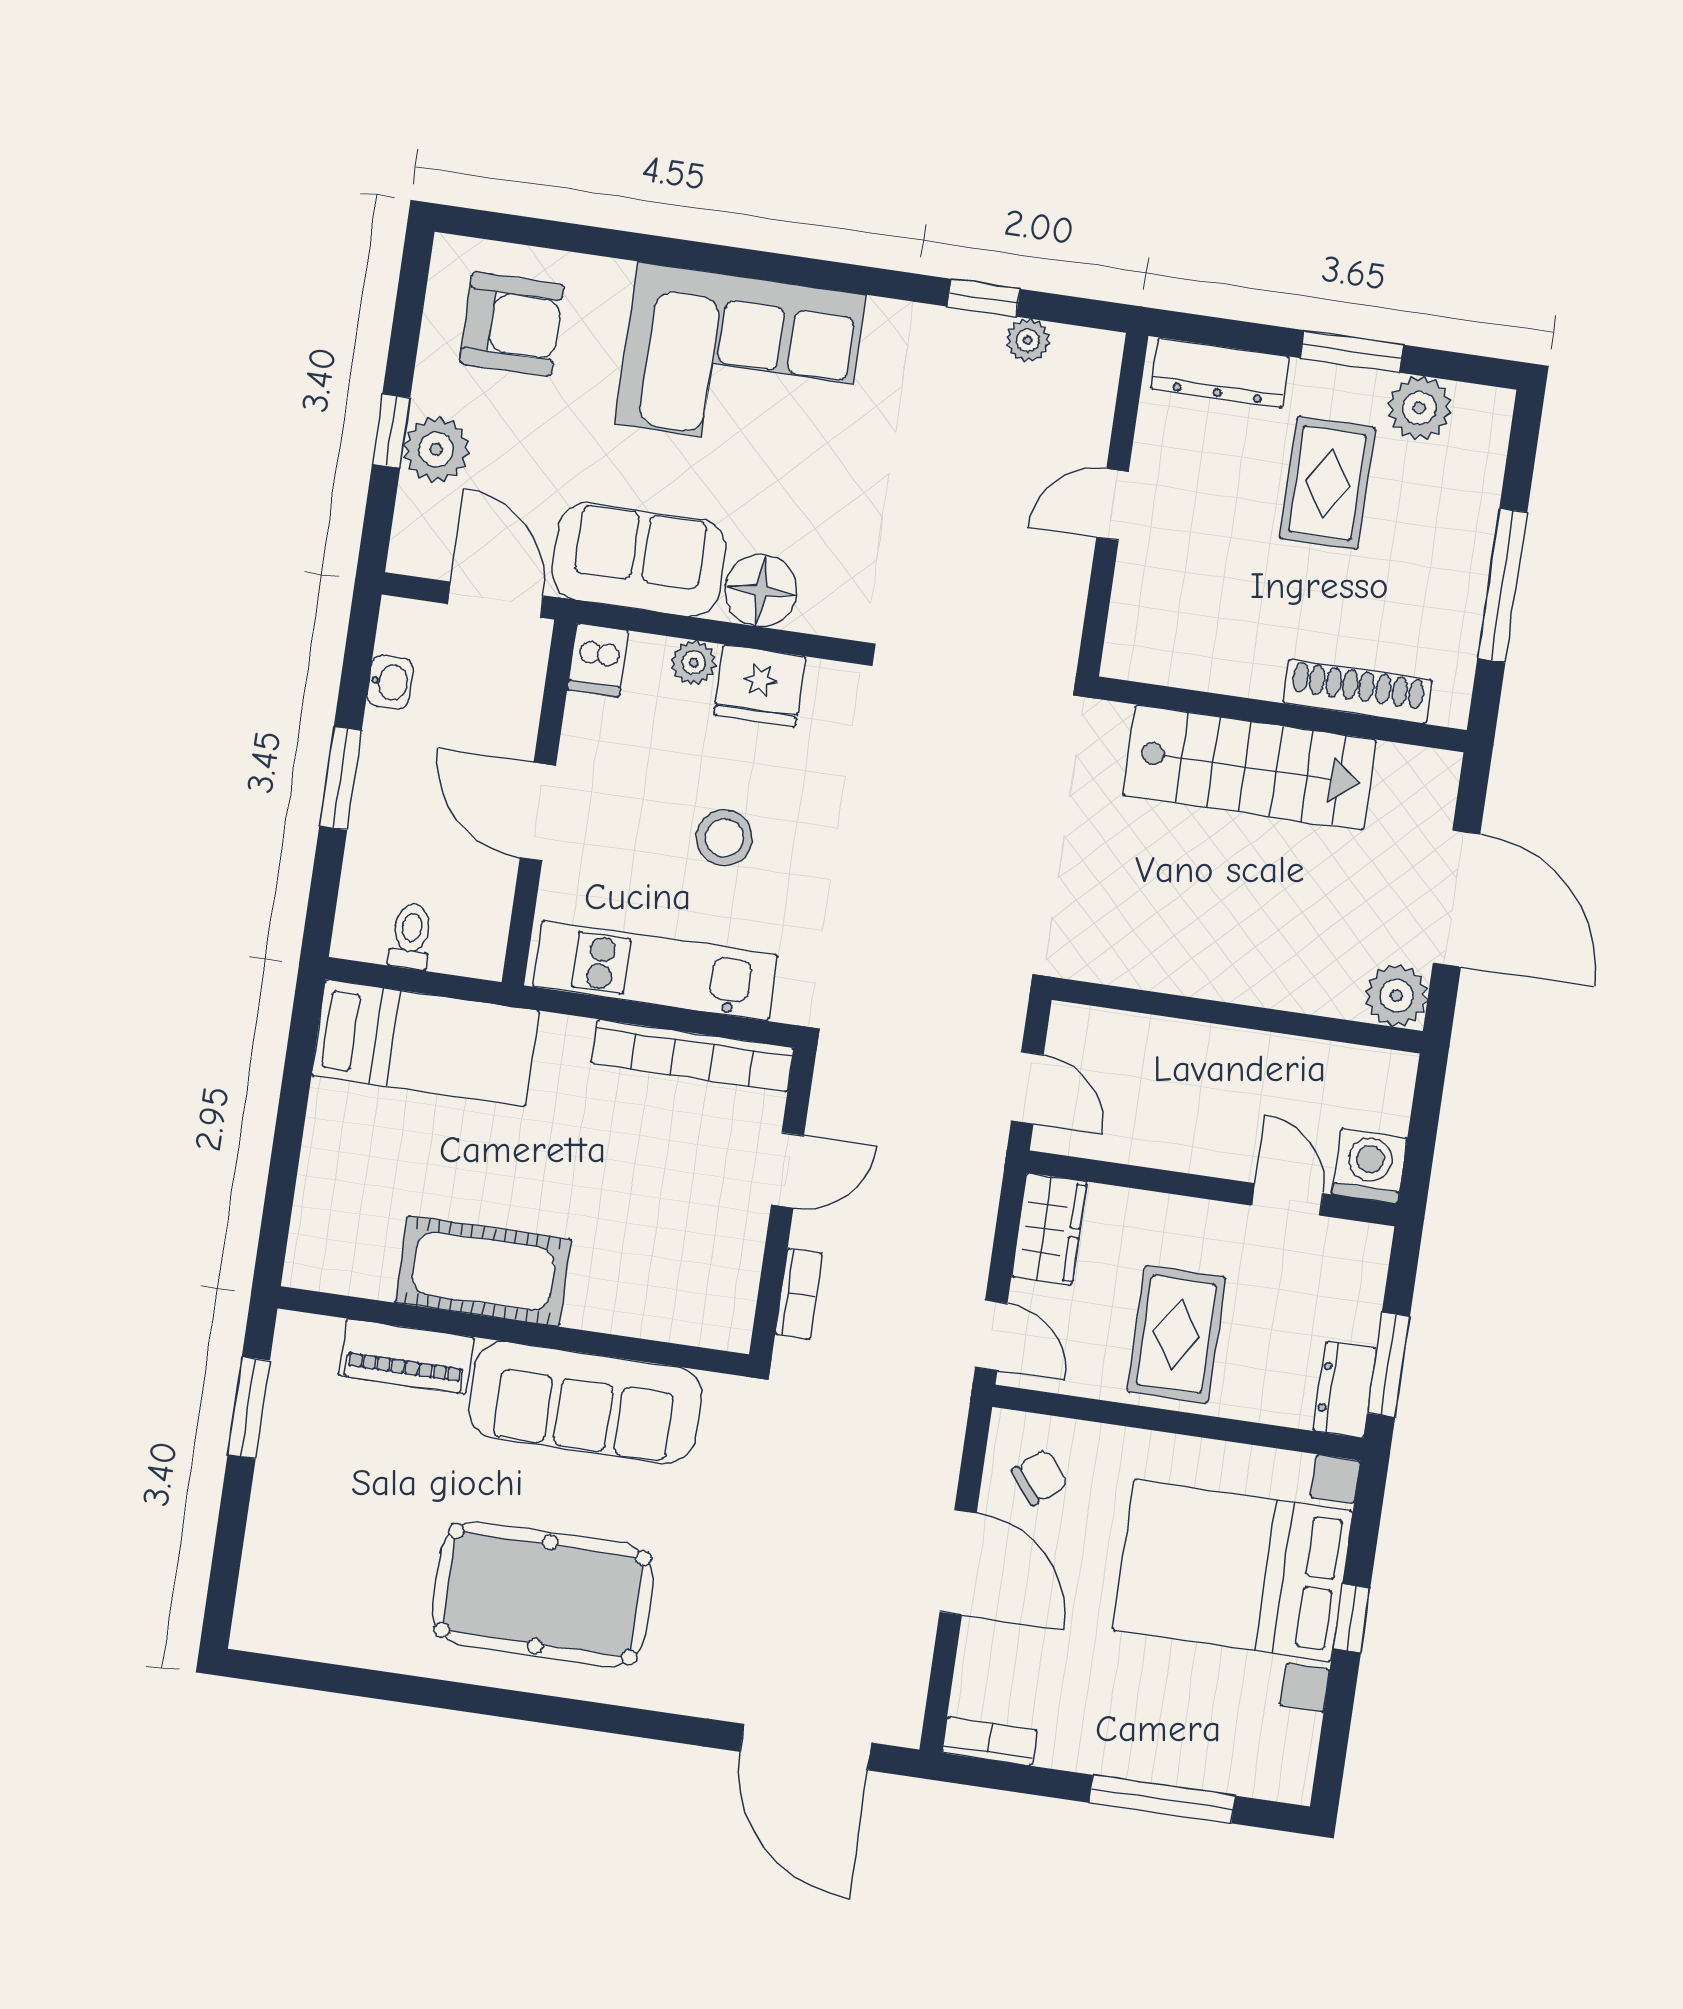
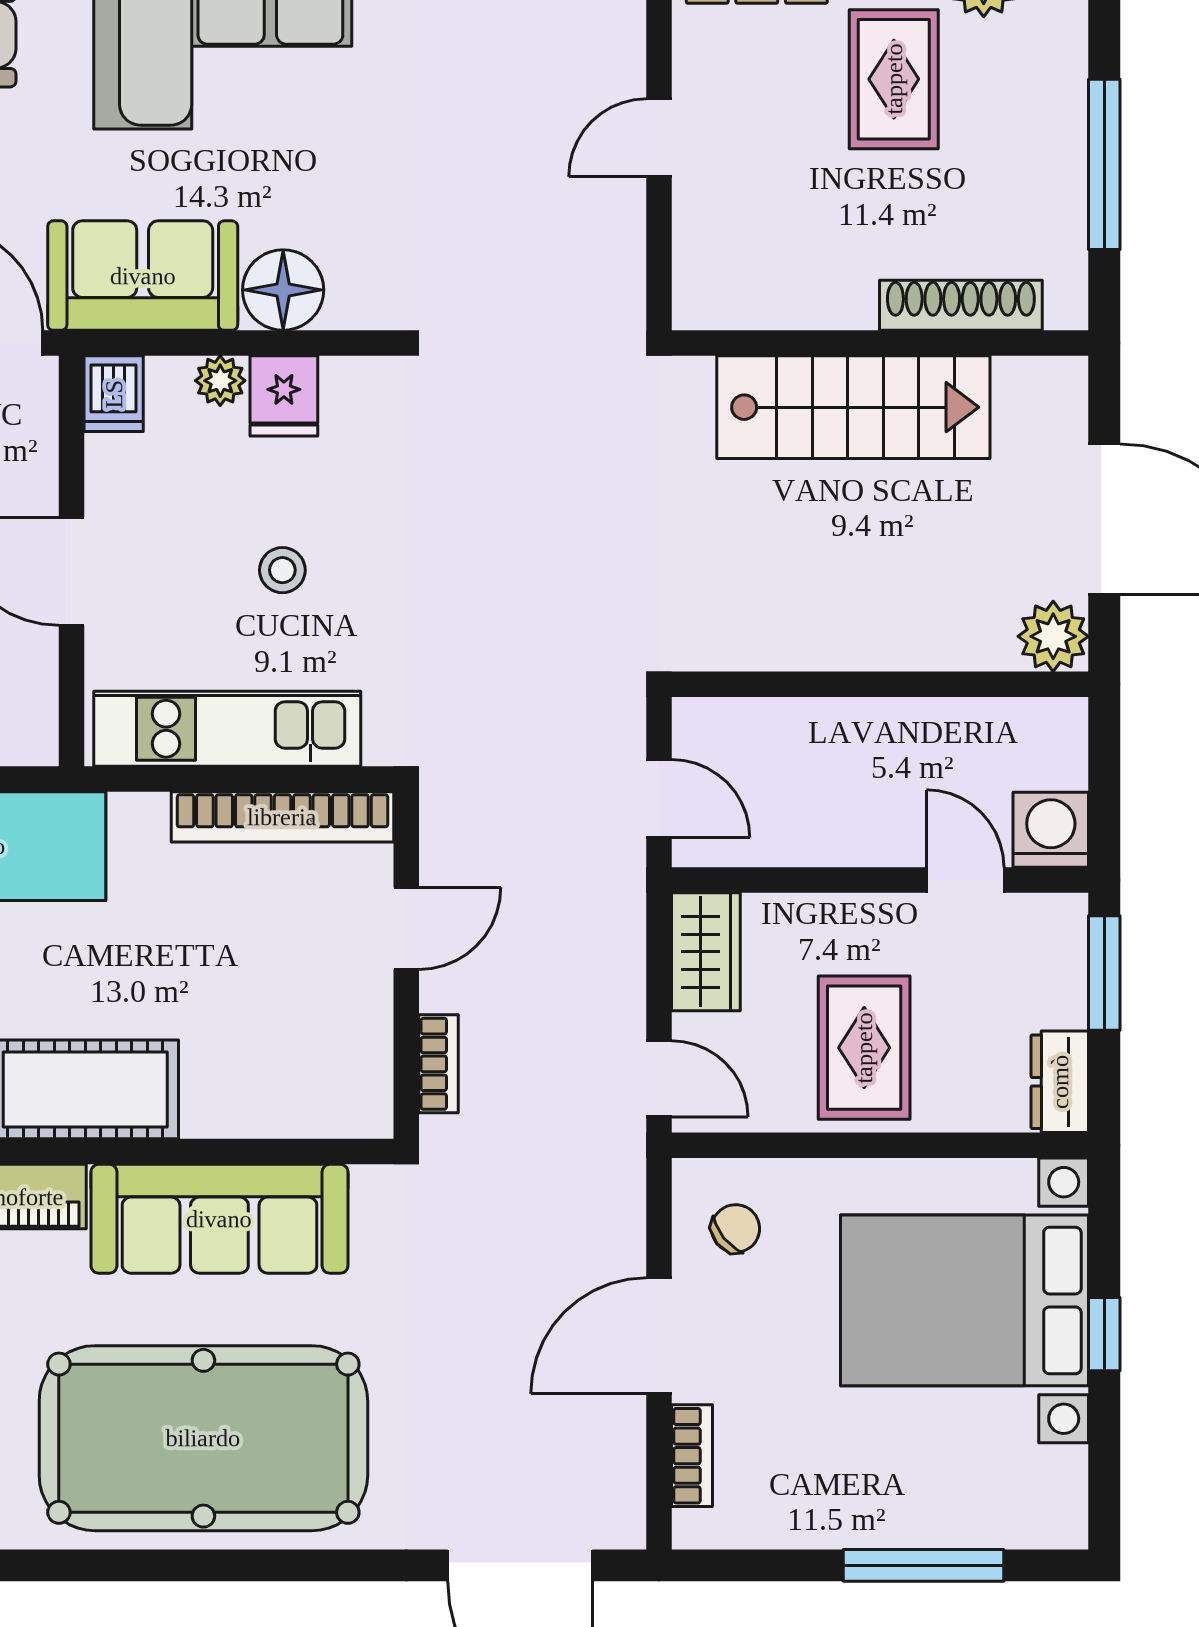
fridge: (760, 686) -> (284, 396), width x0.72
stool: (724, 838) -> (282, 570), width x0.73, depth x0.73
window: (1389, 1365) -> (1104, 973), moved
door: (958, 1562) -> (659, 1336), swing flipped
pool table: (543, 1594) -> (203, 1438), width x1.36, depth x1.32
bookcase: (989, 1741) -> (692, 1456), moved, turned 90

